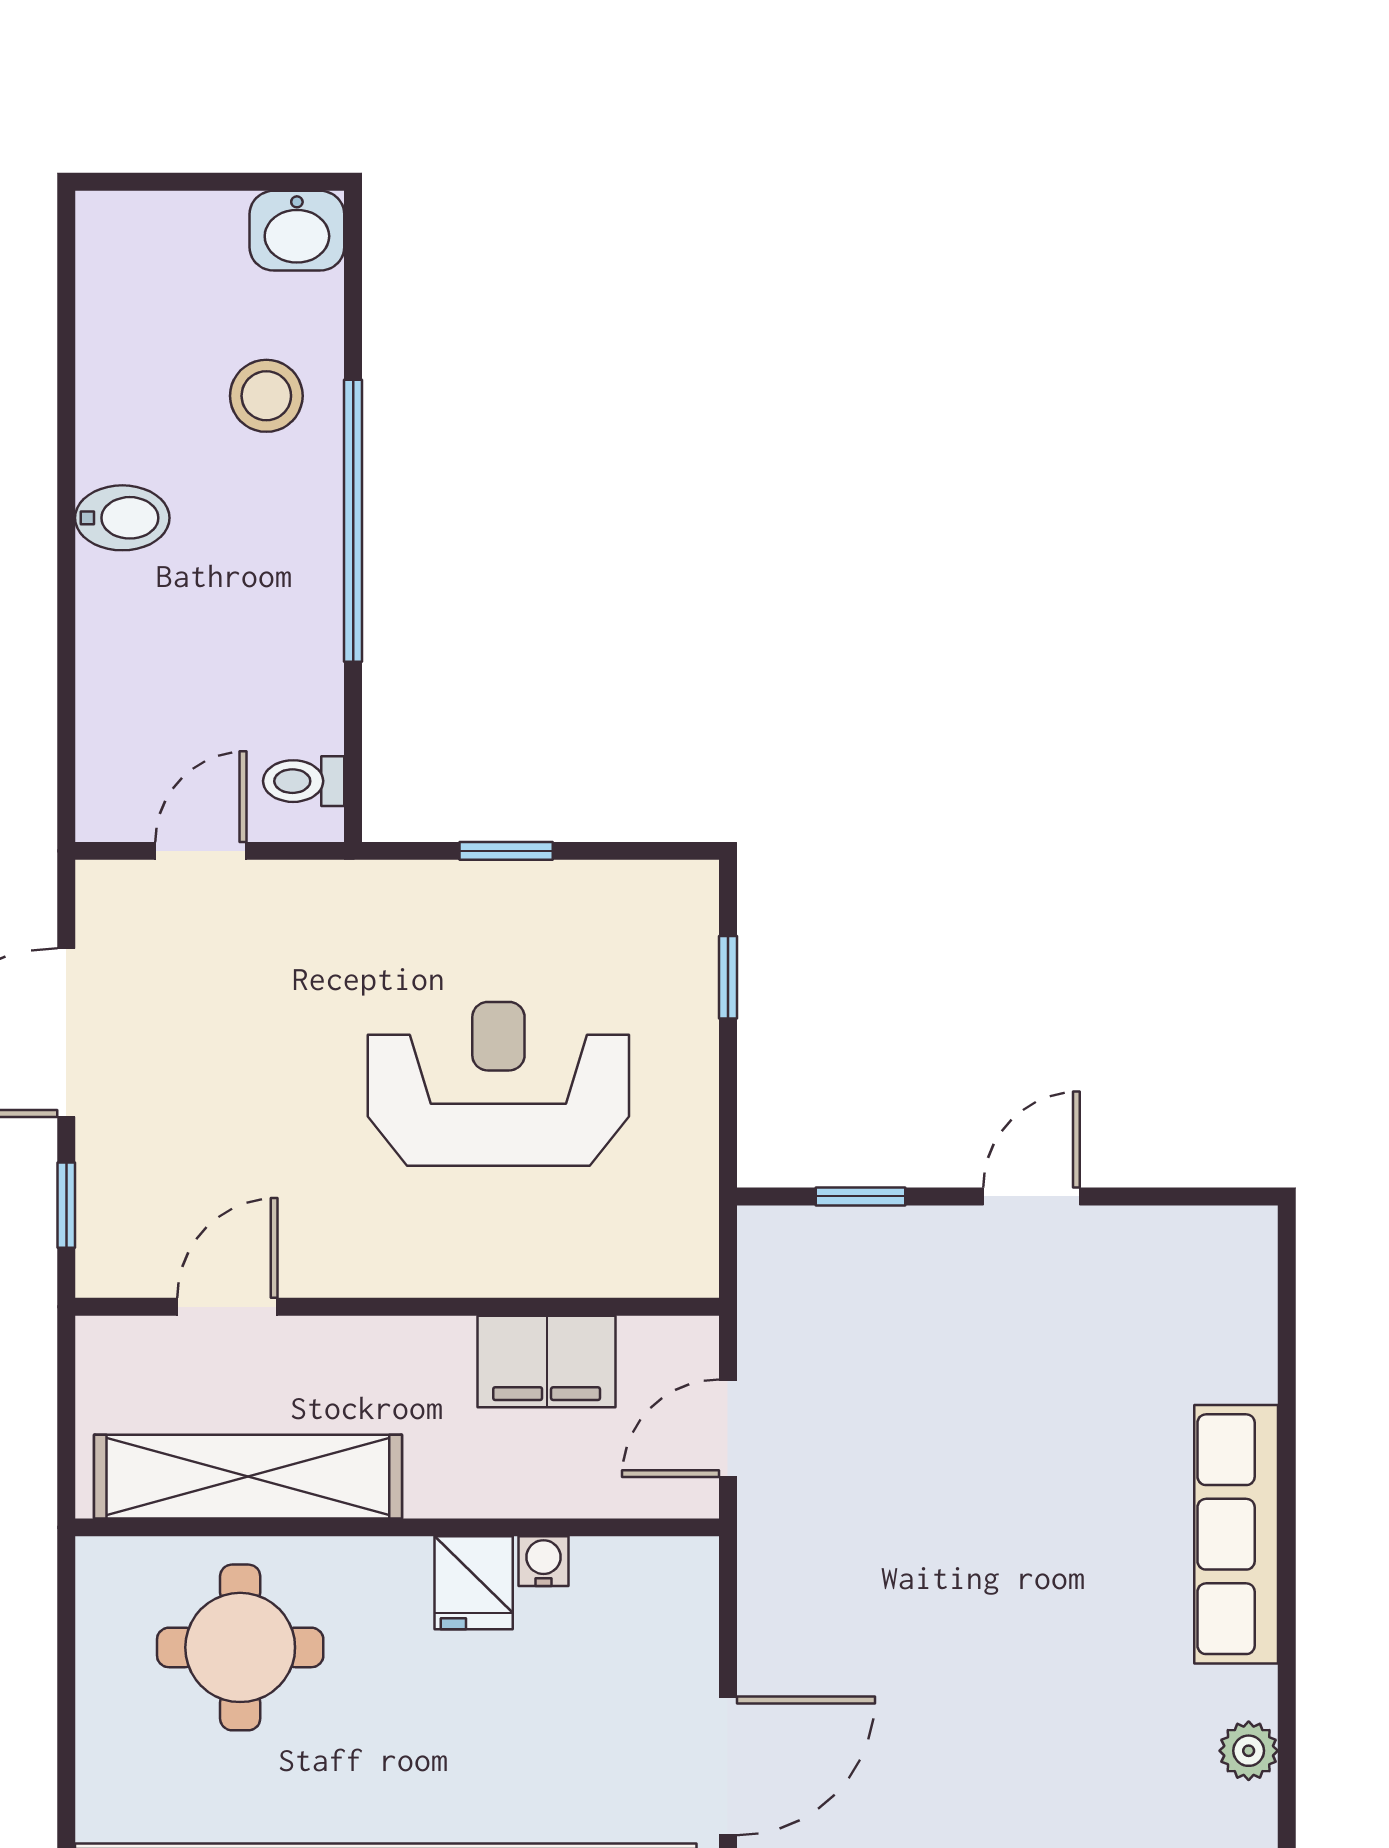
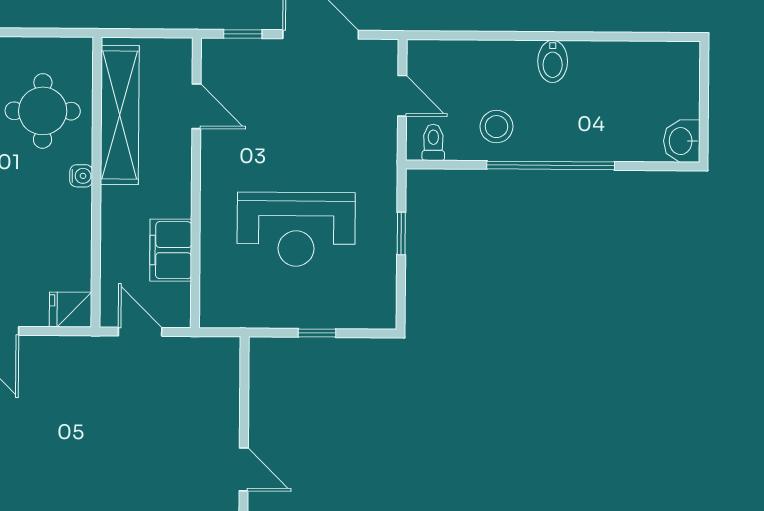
stool: (266, 396) -> (497, 127), moved
window: (728, 977) -> (317, 333), moved
reception desk: (498, 1084) -> (296, 229), turned 90
window: (860, 1196) -> (244, 392), removed
water cooler: (543, 1561) -> (81, 176), moved
fridge: (474, 1583) -> (71, 310), moved

